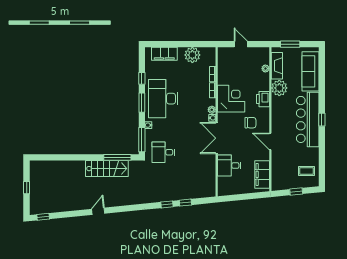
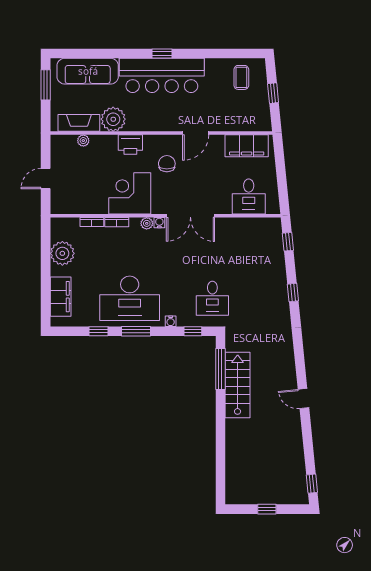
window: (290, 44) -> (46, 85), moved
window: (142, 140) -> (193, 331), width x0.46
desk: (229, 166) -> (249, 197), moved
window: (185, 203) -> (288, 242), moved

